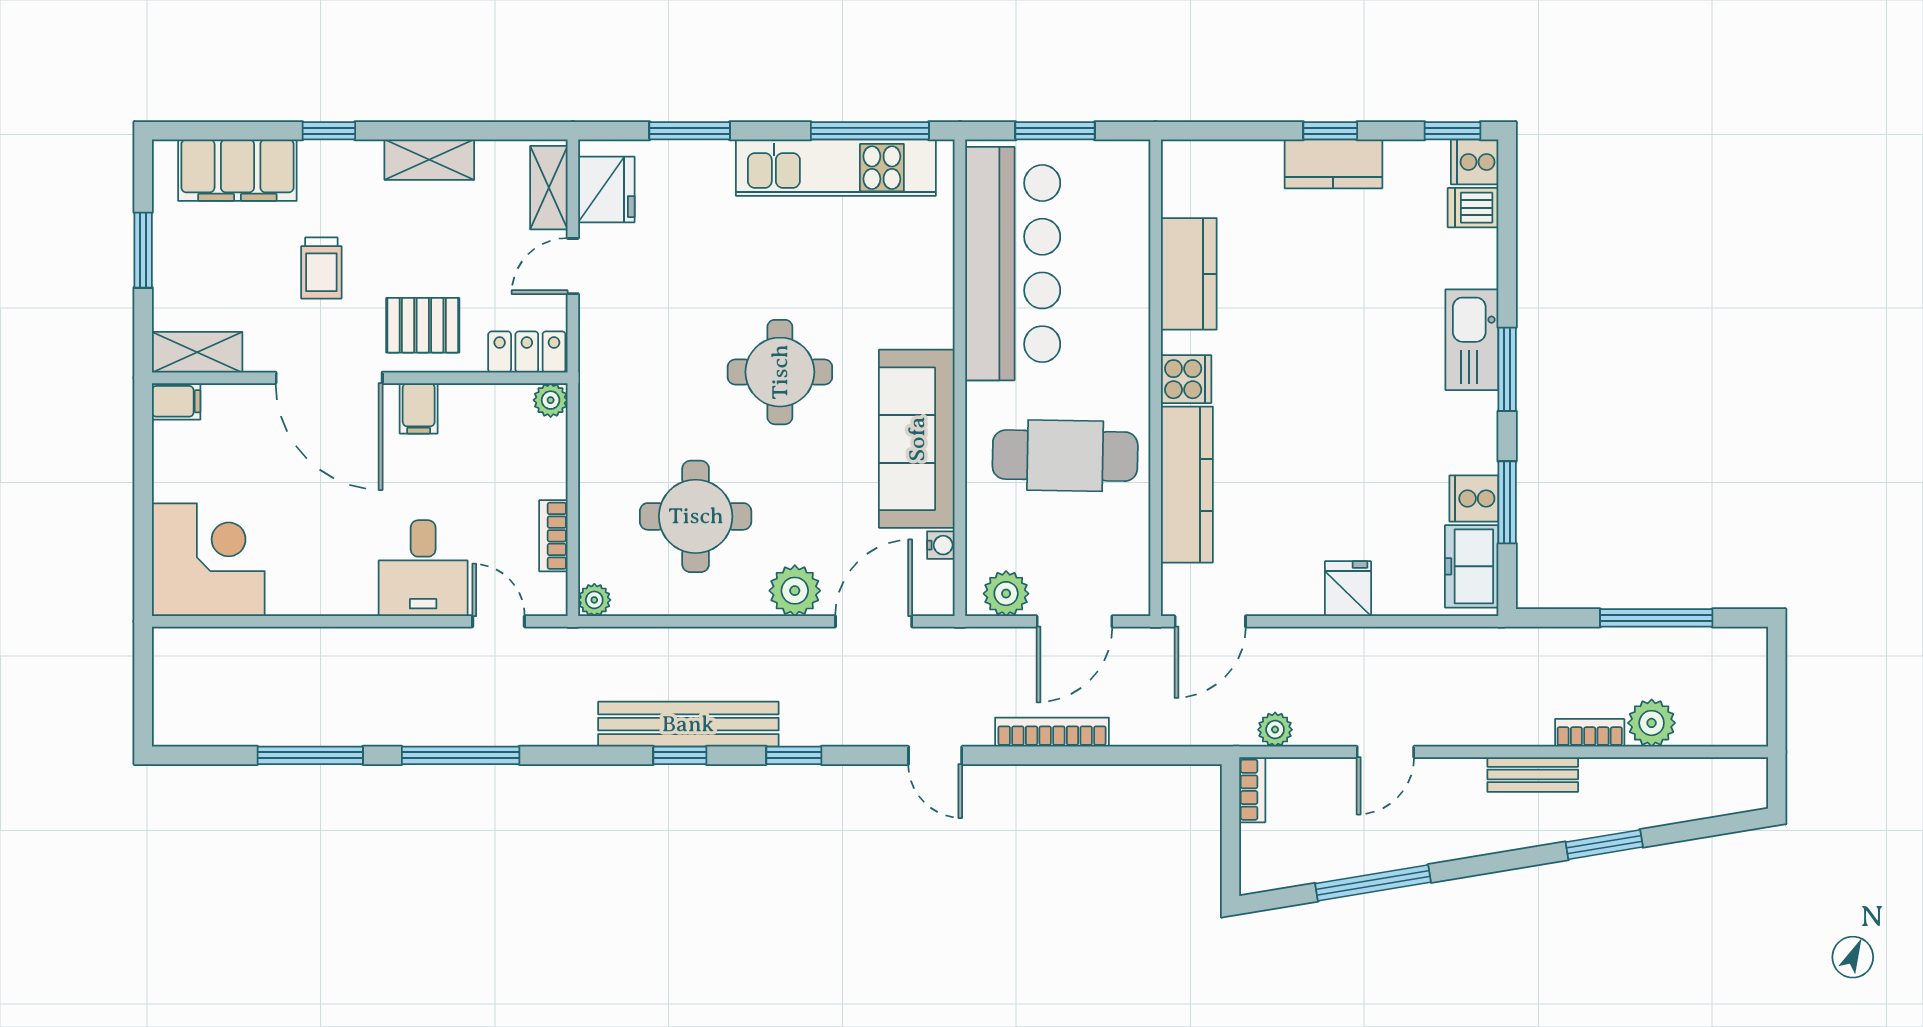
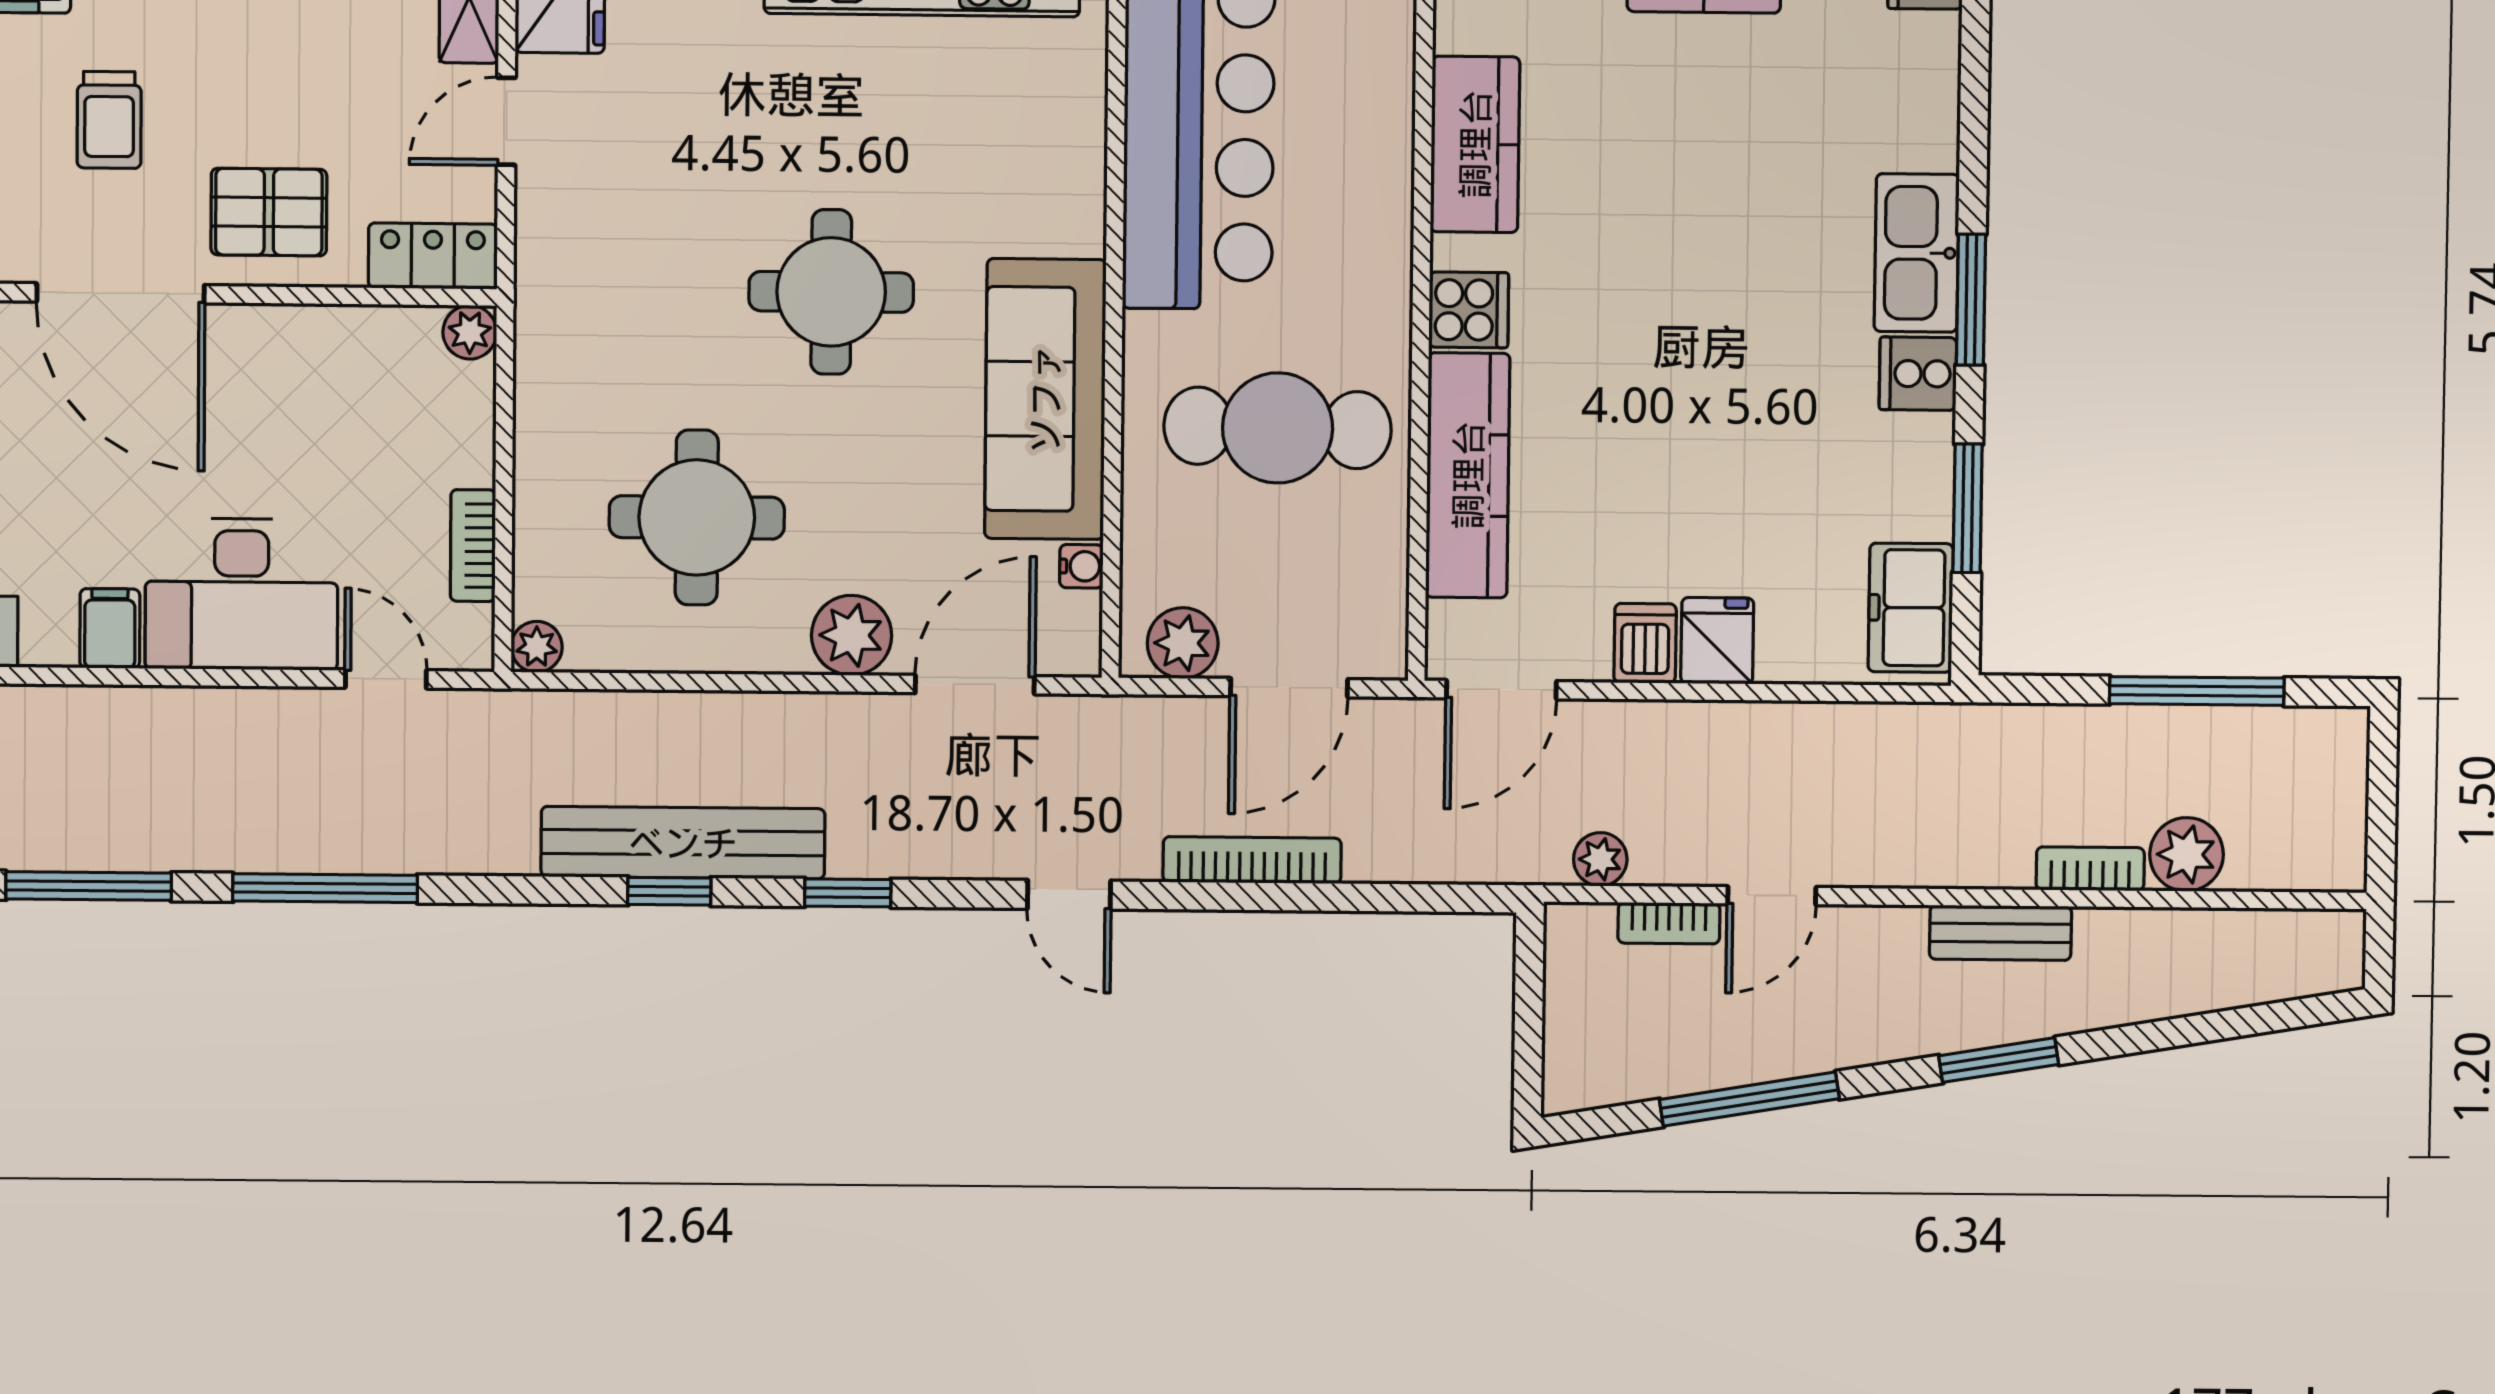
dishwasher: (1473, 208) -> (1645, 643), moved, turned 90
filing cabinet: (419, 408) -> (110, 629), moved, turned 180
cooker: (1474, 499) -> (1918, 374), moved
desk: (423, 568) -> (242, 594), width x1.37
bookcase: (1252, 790) -> (1669, 923), moved, turned 90
window: (1604, 845) -> (1999, 1060), moved

